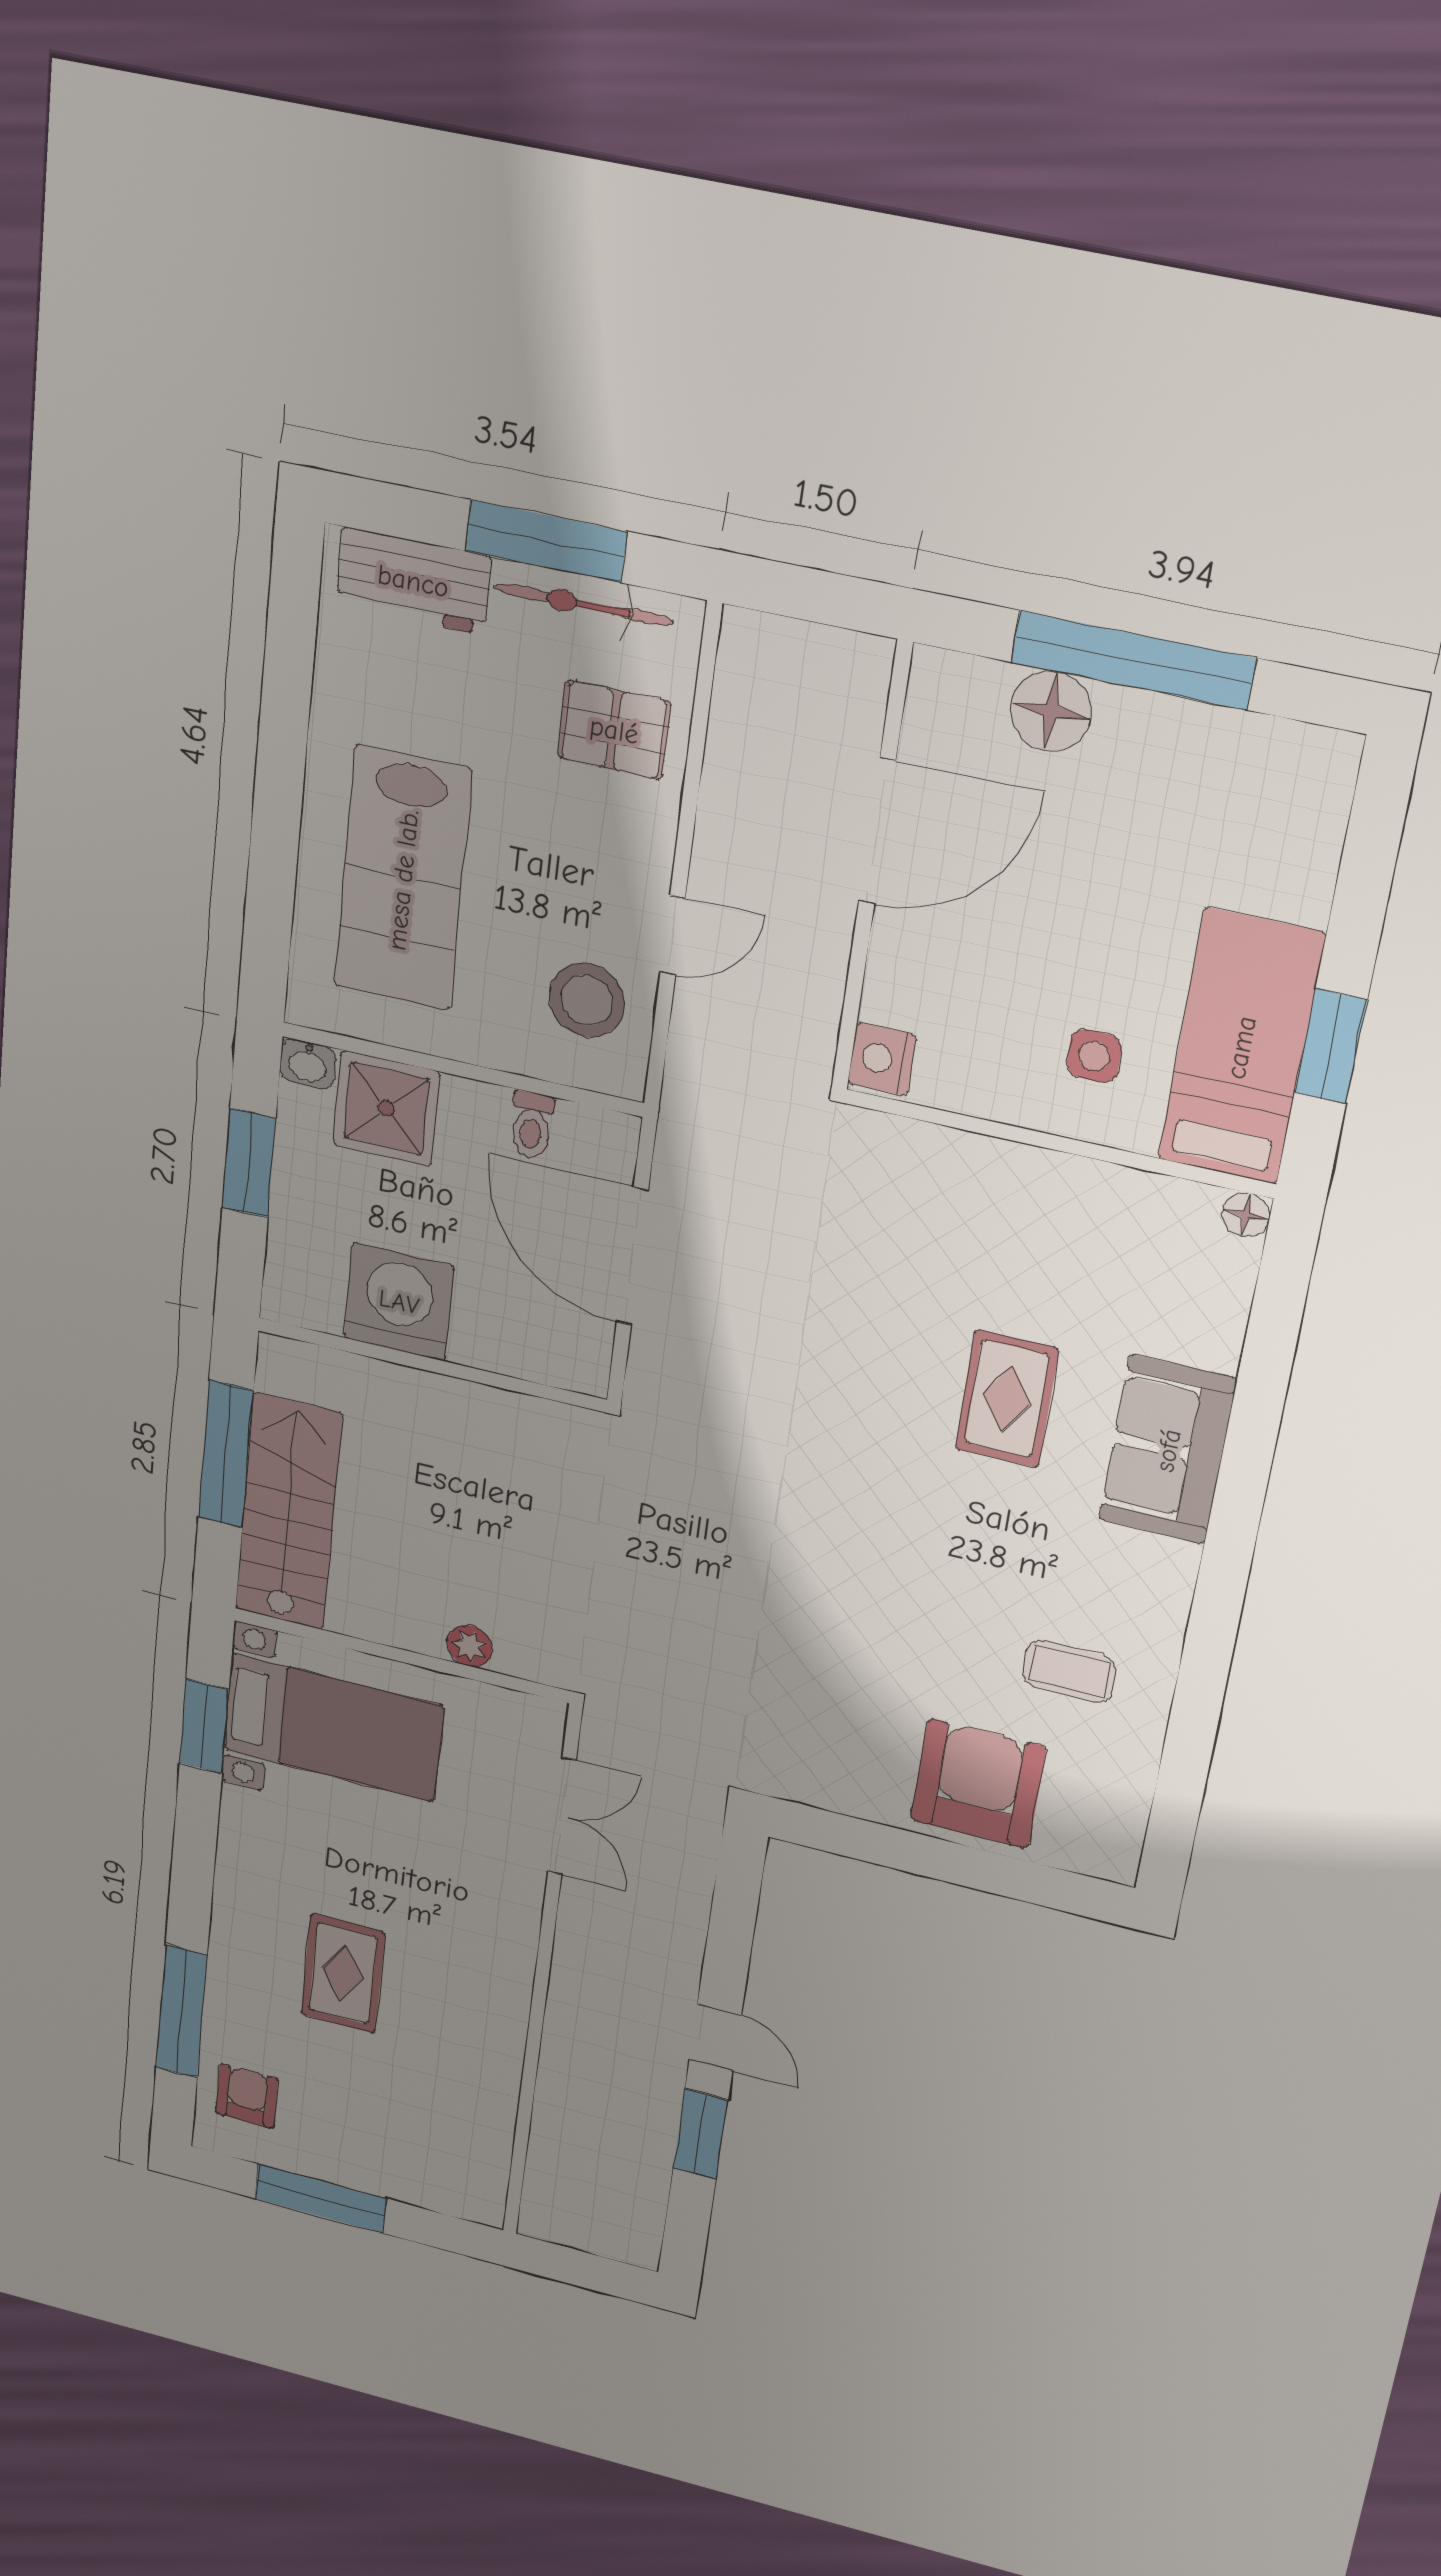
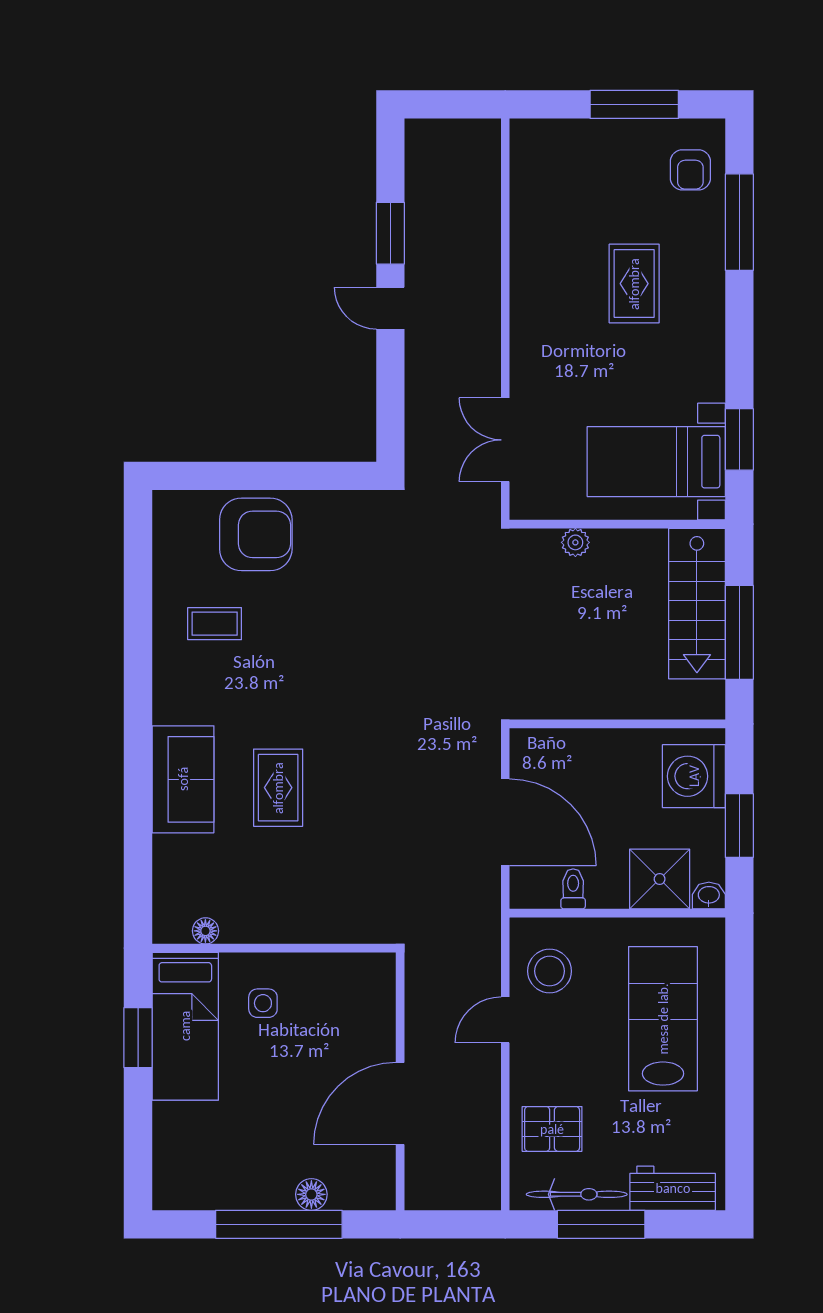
floor lamp: (1051, 711) -> (311, 1194), width x0.73, depth x0.73
nightstand: (882, 1059) -> (379, 975), removed
floor lamp: (1246, 1215) -> (205, 931), moved
washing machine: (399, 1302) -> (694, 776), moved, turned 90
armchair: (978, 1783) -> (256, 534), turned -90

